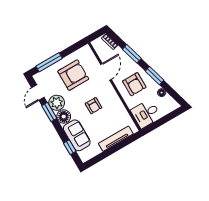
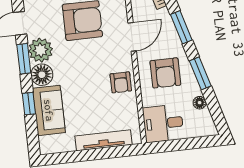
armchair: (93, 106) -> (121, 82), moved
window: (70, 147) -> (29, 104), moved

